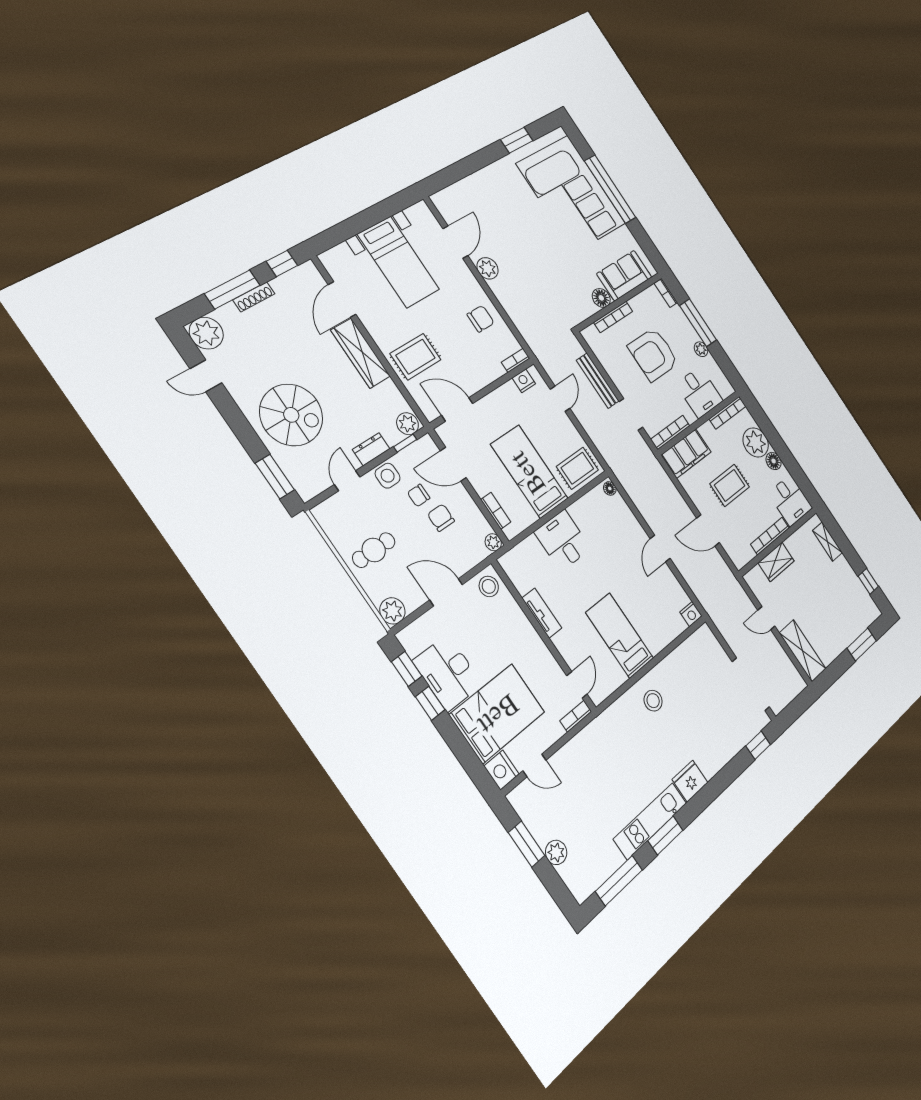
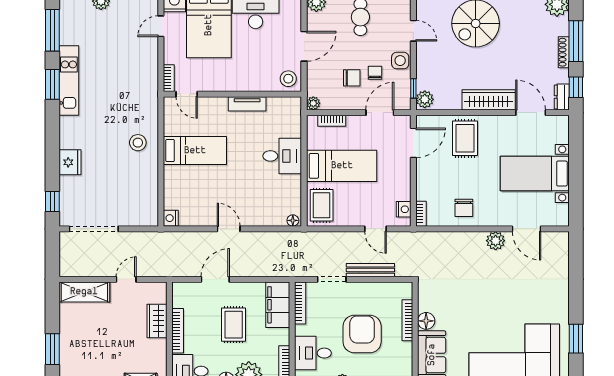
dresser: (371, 449) -> (562, 97), moved, turned 180
fridge: (690, 781) -> (70, 162), moved

